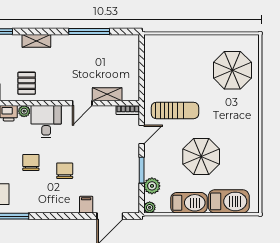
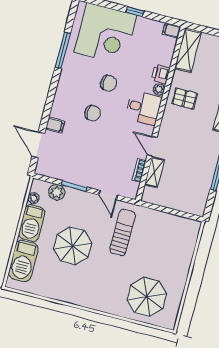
bookcase: (128, 110) -> (139, 170), moved
sun lounger: (175, 110) -> (123, 232), turned 180
plant: (150, 207) -> (33, 198), moved

